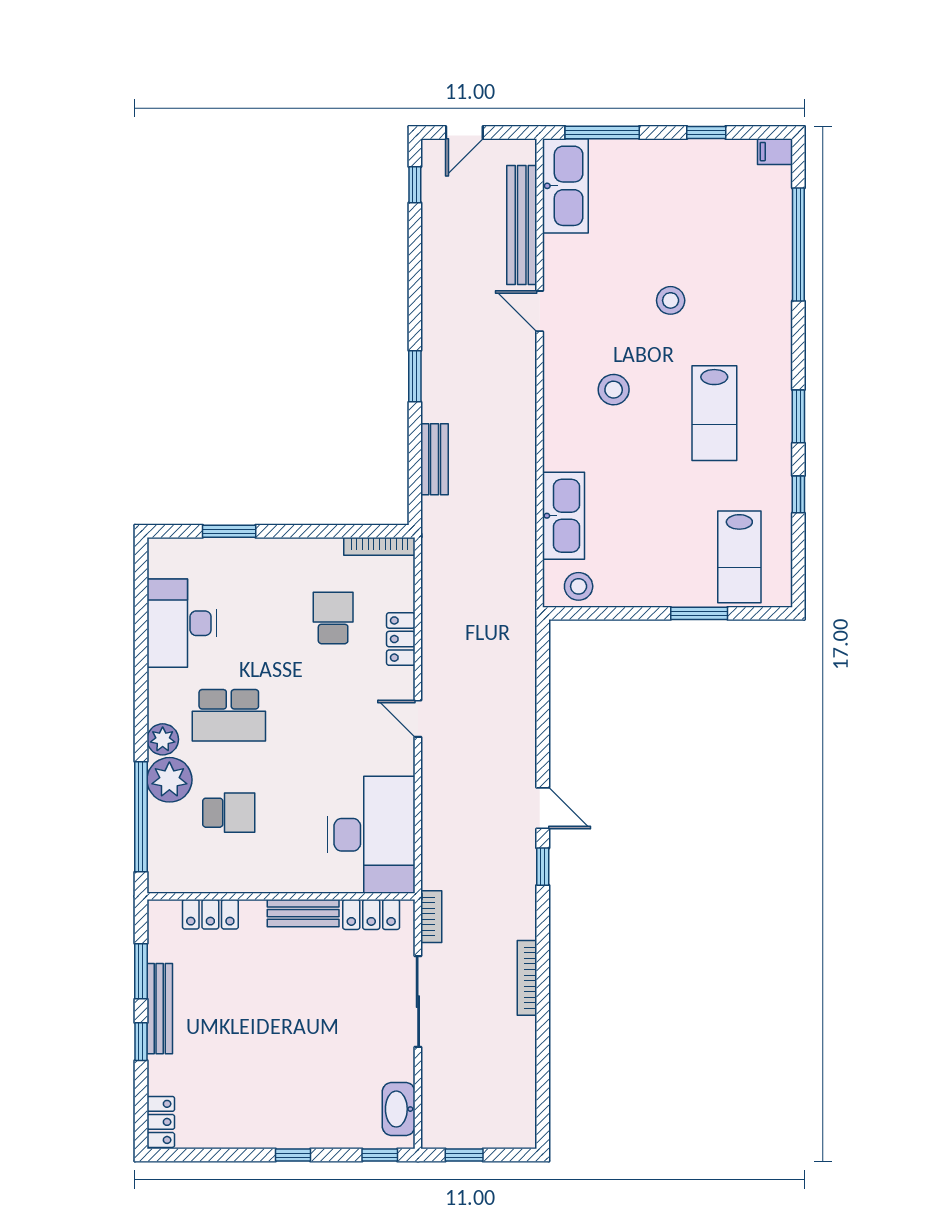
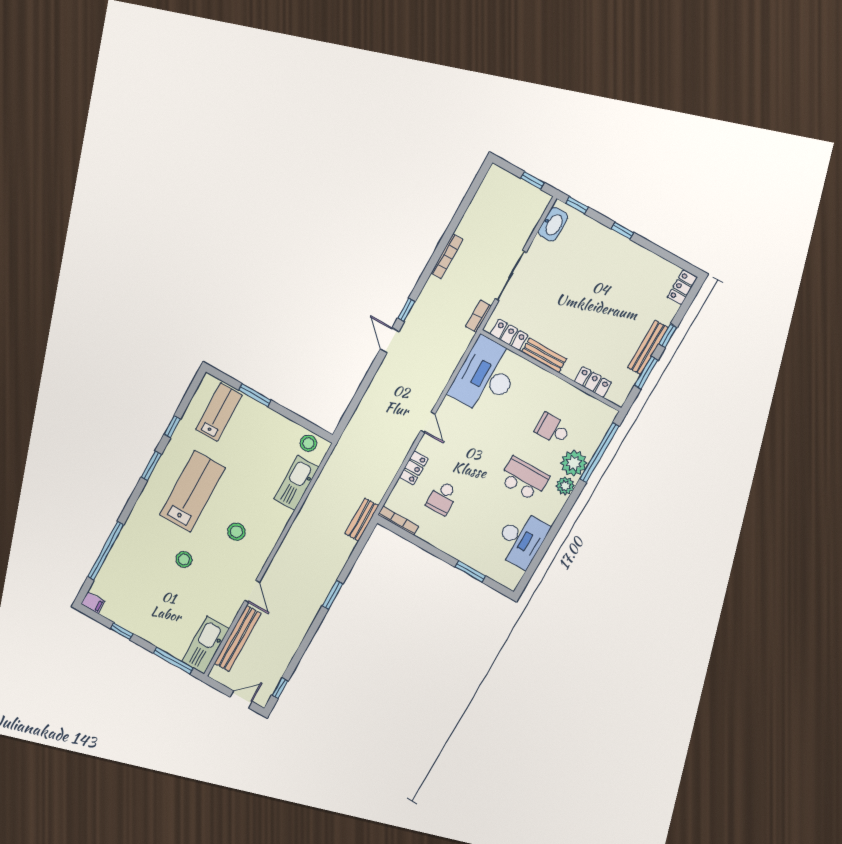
lab bench: (714, 413) -> (192, 491), width x1.36, depth x1.39
bench: (435, 459) -> (362, 520), moved

